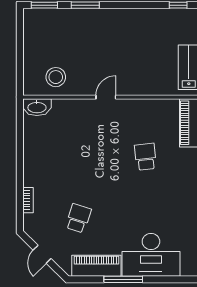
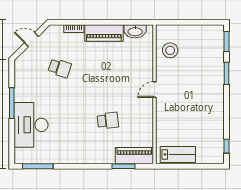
door: (106, 97) -> (155, 90), swing flipped
washbasin: (37, 107) -> (135, 31), moved, turned -90
piano: (96, 266) -> (104, 33), moved, turned 90

